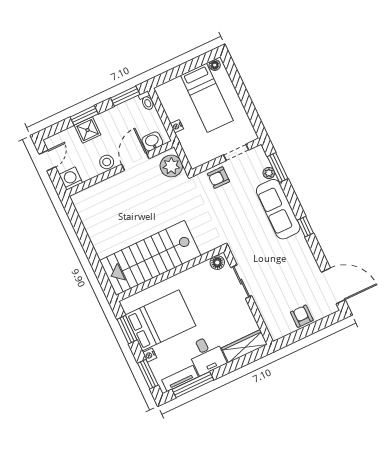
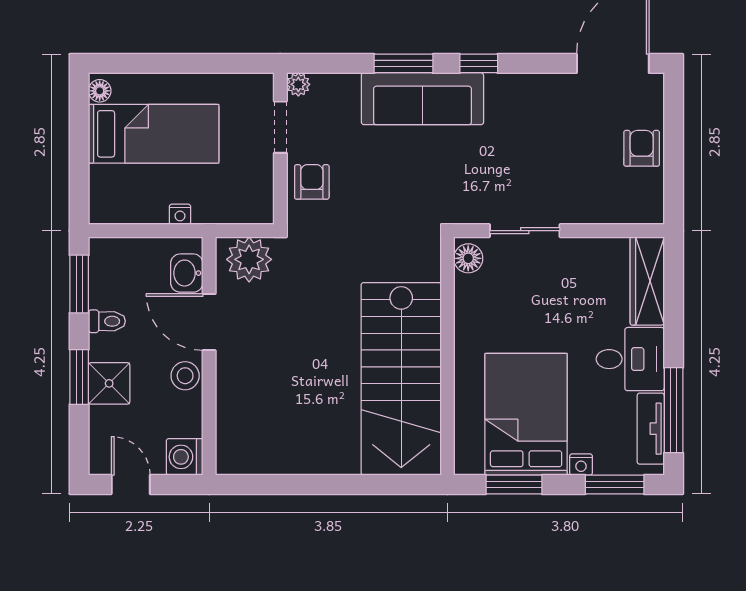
toilet: (147, 101) -> (107, 321), moved
window: (278, 168) -> (404, 63), moved
plant: (269, 173) -> (298, 84), moved
armchair: (219, 178) -> (312, 182), turned 180
armchair: (302, 316) -> (642, 148), turned 90

